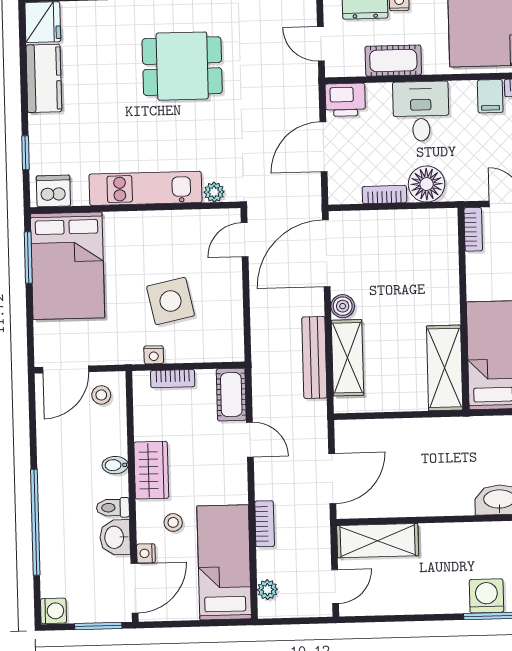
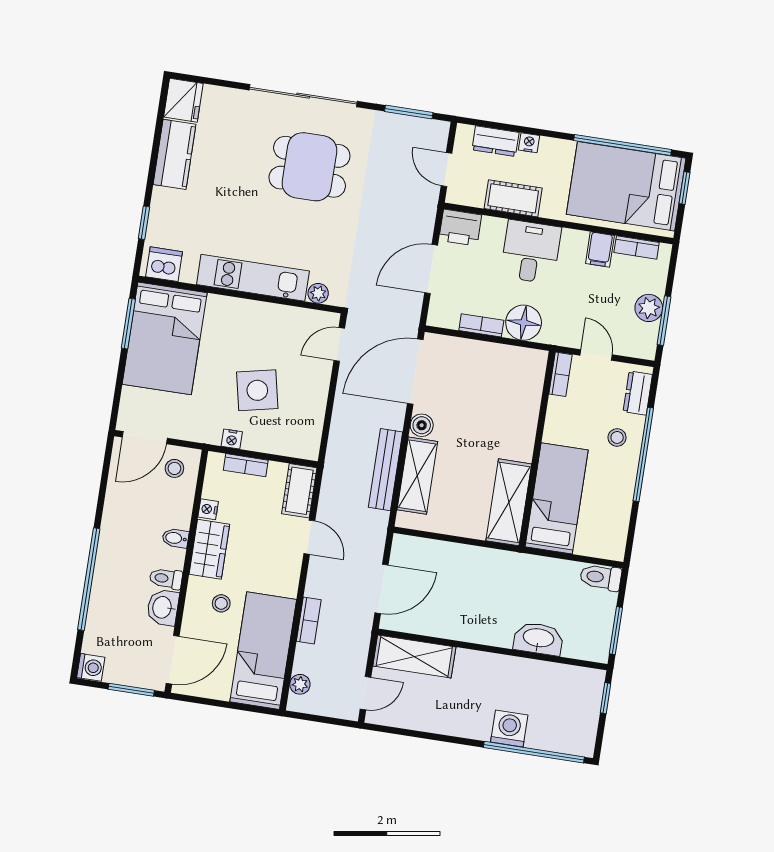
nightstand: (146, 553) -> (208, 509), moved

